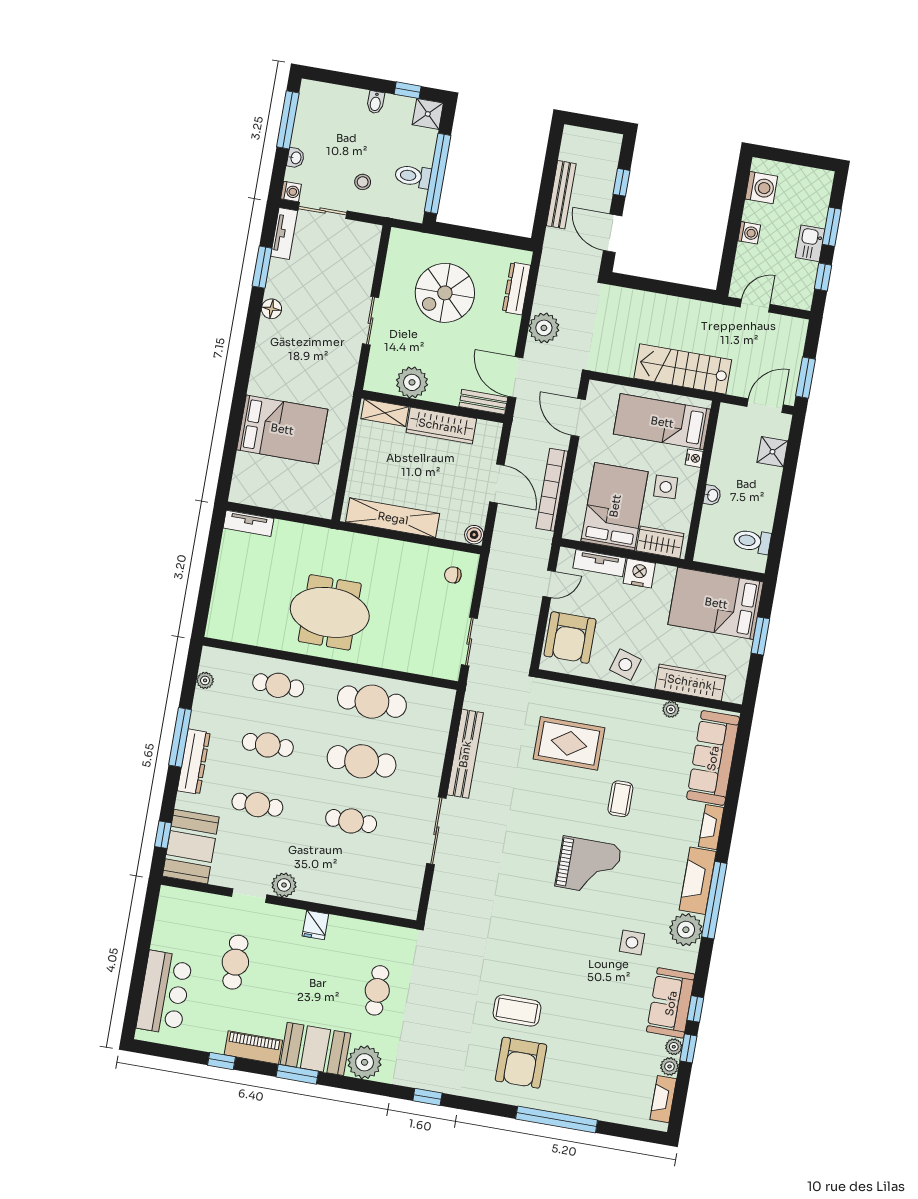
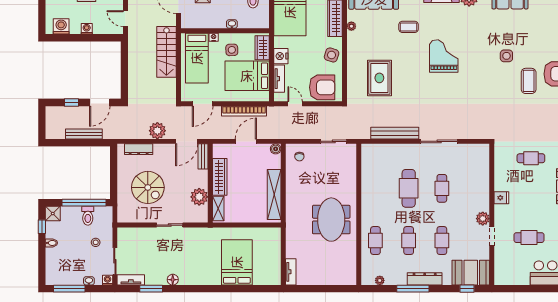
cafe table: (372, 702) -> (375, 188), removed
coffee table: (620, 799) -> (409, 27), moved
side table: (632, 943) -> (506, 56), moved

